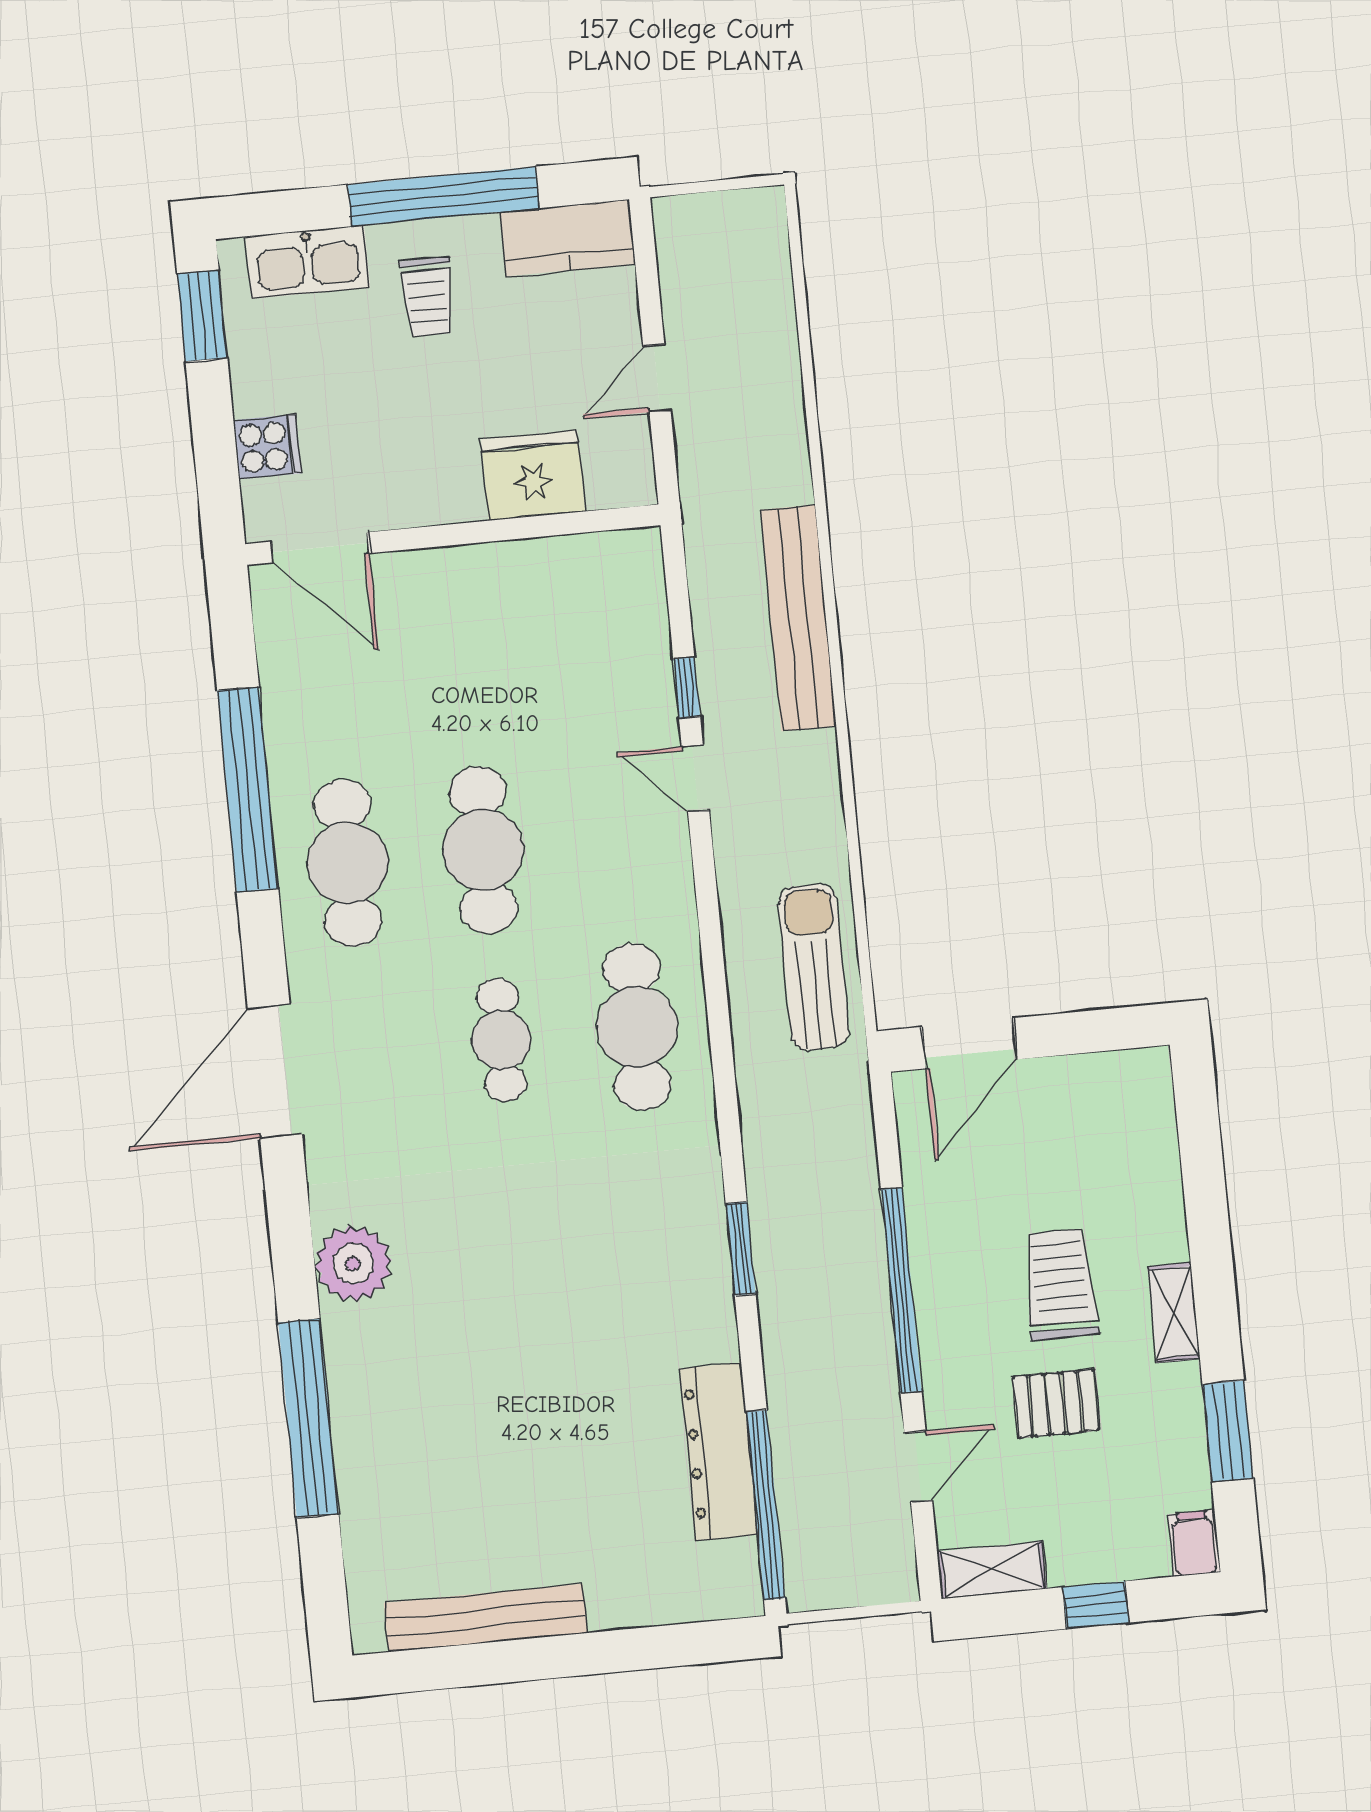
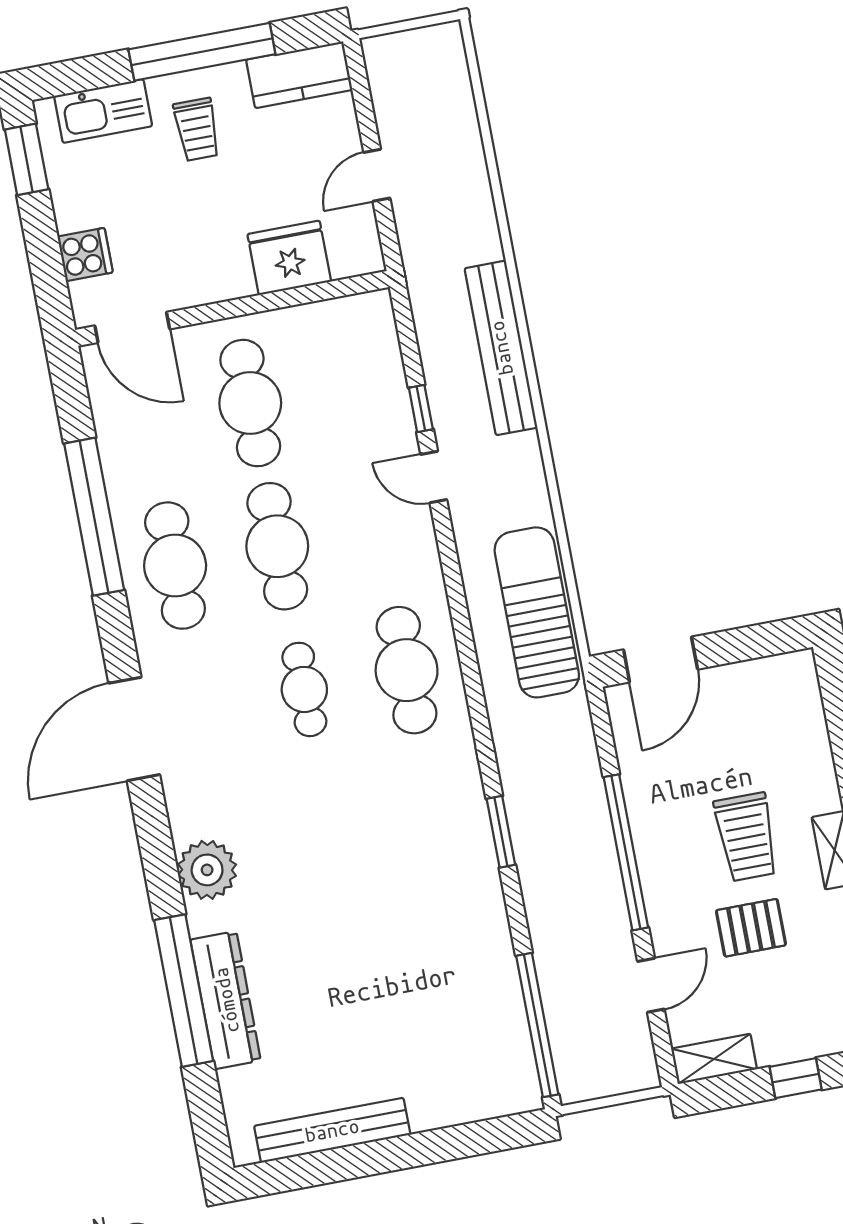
cafe table: (465, 660) -> (250, 403), added
sun lounger: (814, 967) -> (537, 612), width x1.36, depth x1.34
trolley: (1060, 1284) -> (746, 837), turned 180
dresser: (719, 1452) -> (226, 1000), moved, turned 180

